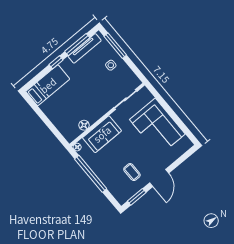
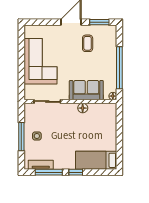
window: (115, 46) -> (21, 137), moved
tv unit: (85, 48) -> (41, 165), width x0.71
floor lamp: (84, 125) -> (83, 108), moved

